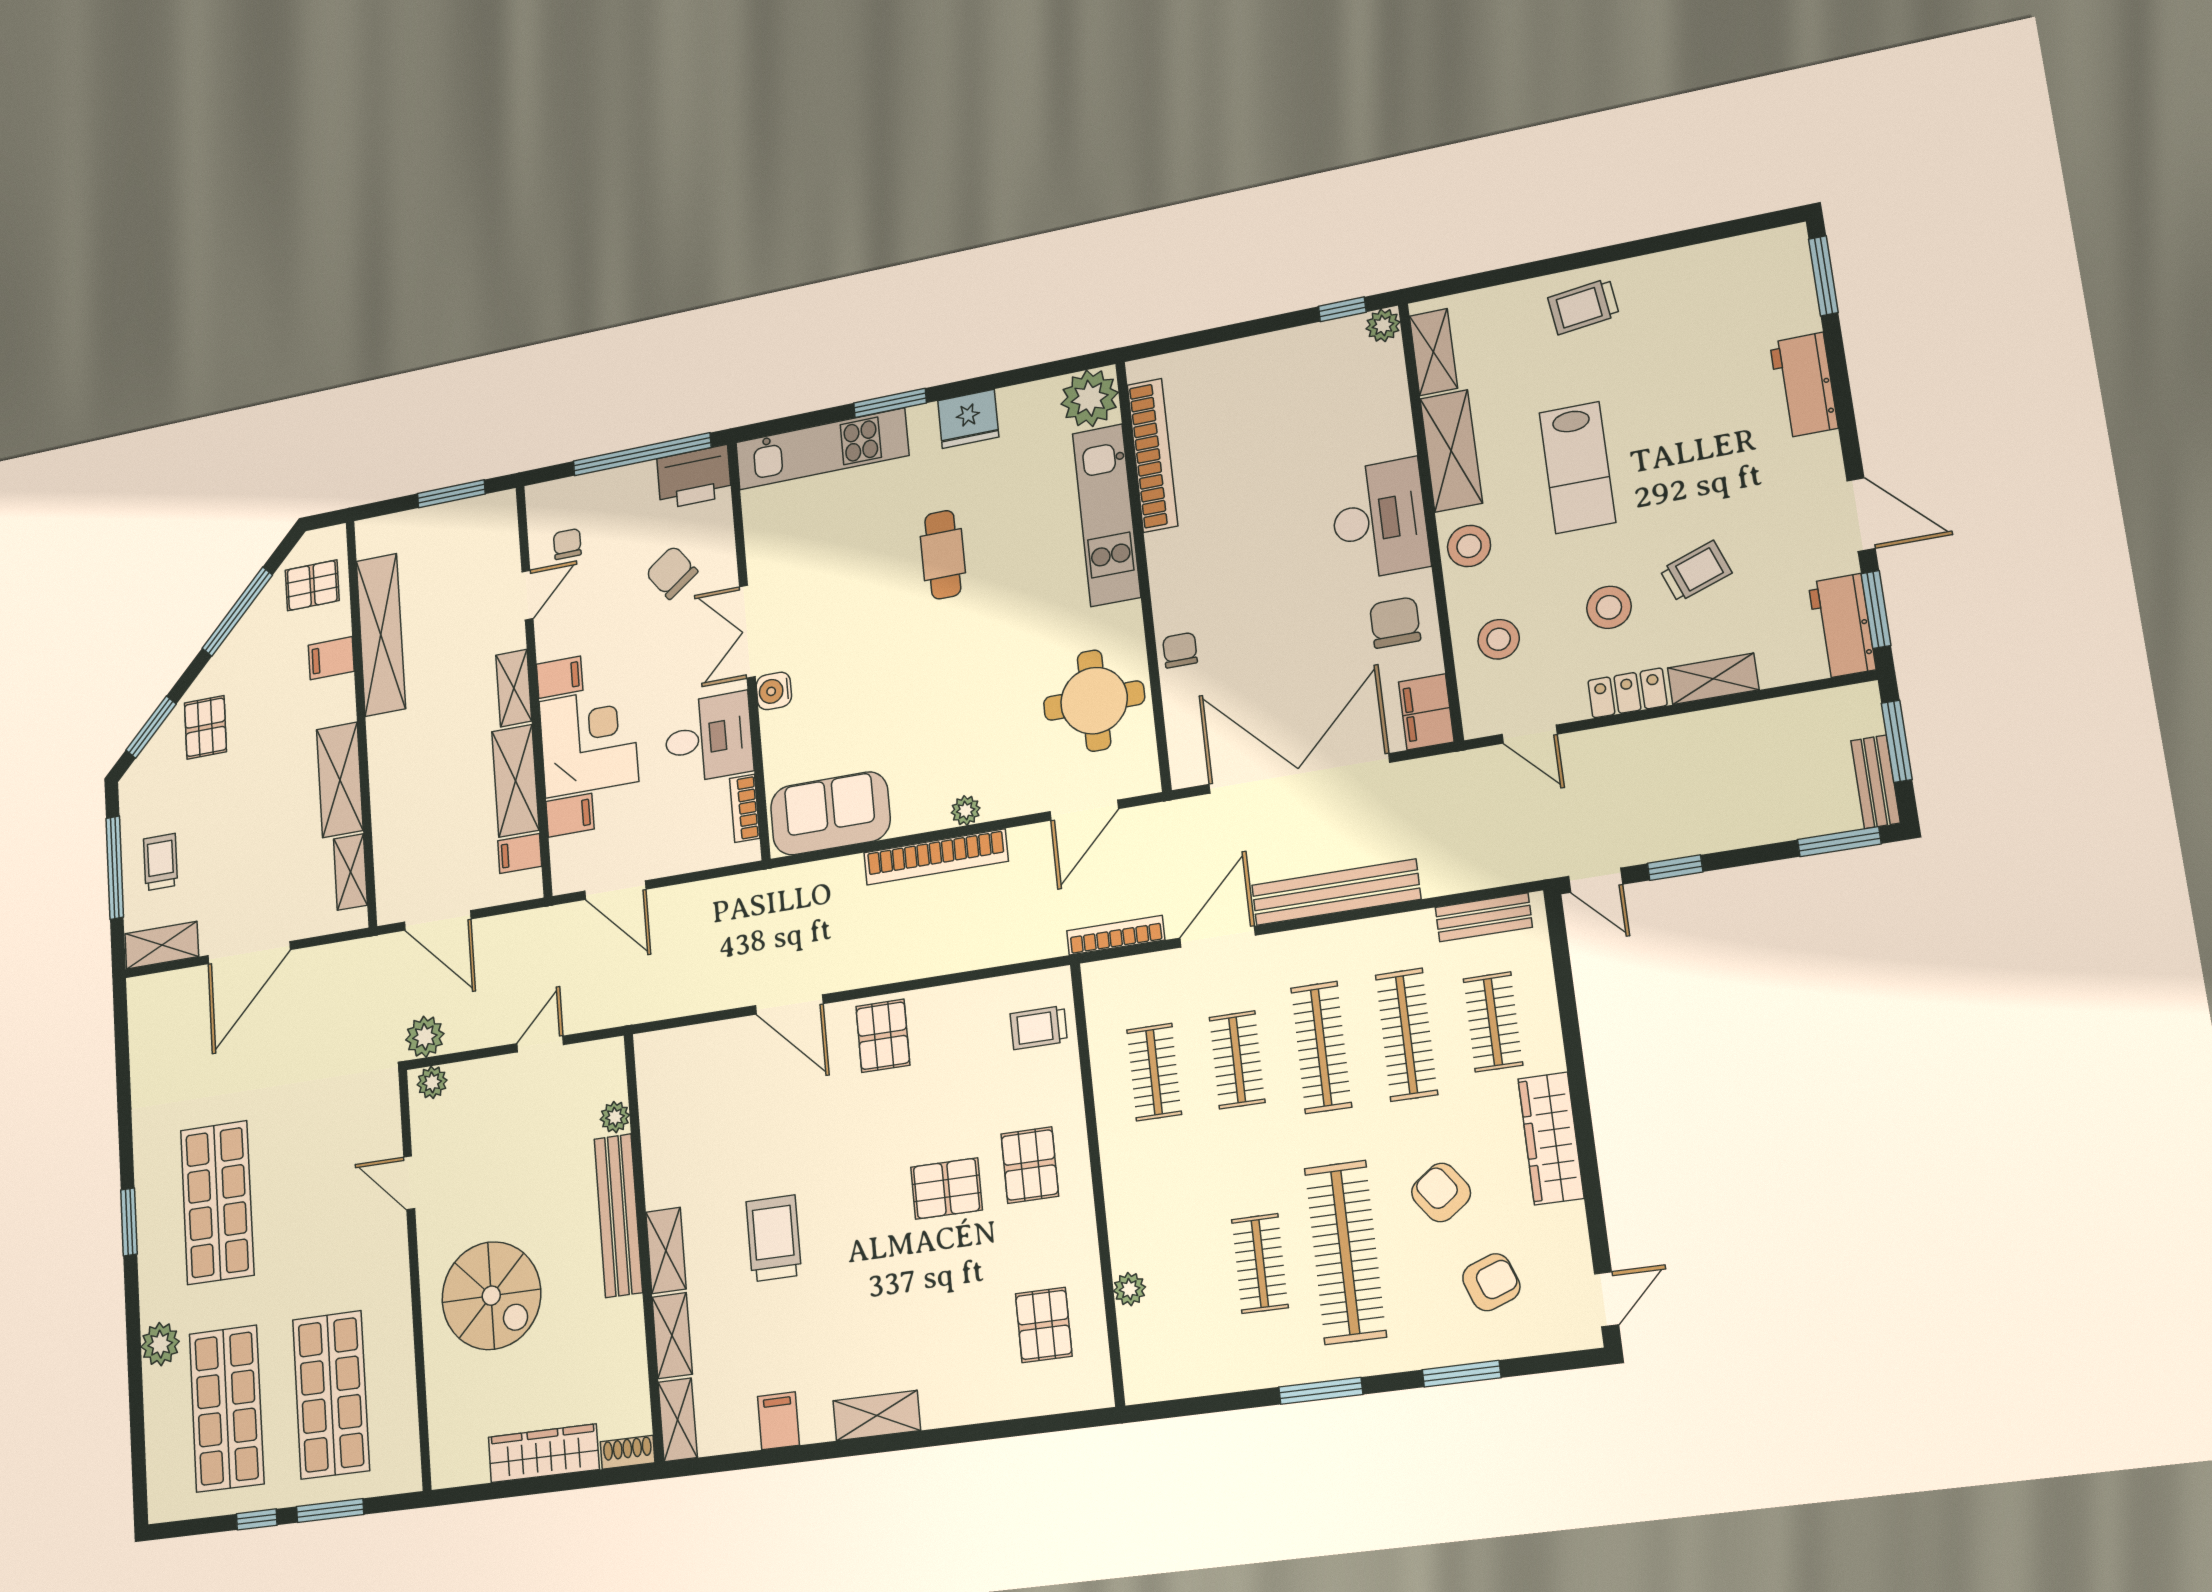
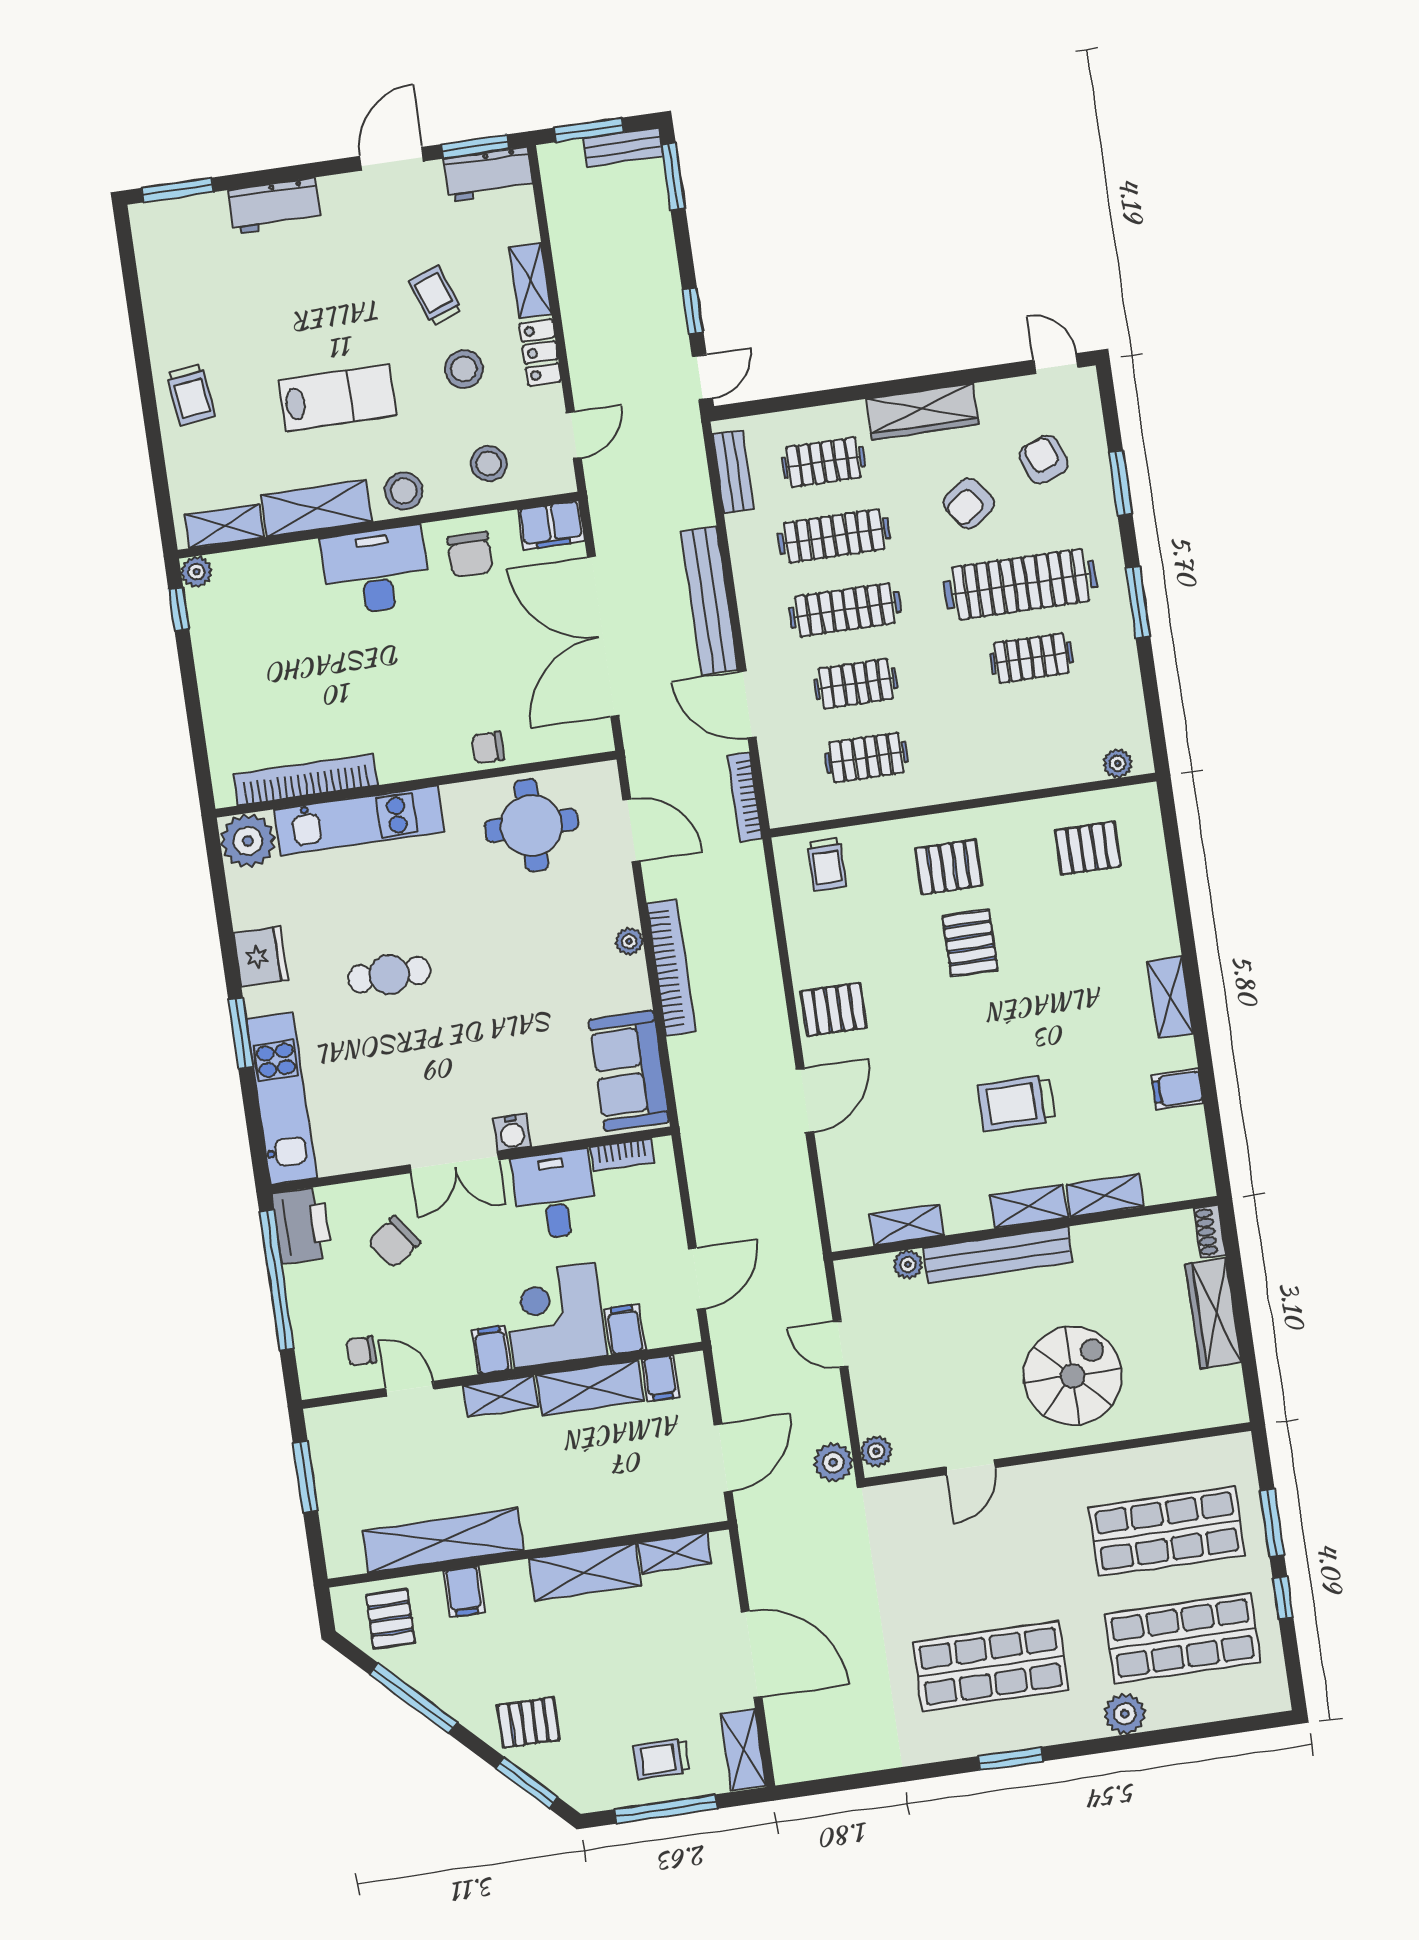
chair: (1395, 622) -> (470, 555), turned -90
plant: (1129, 1289) -> (1118, 763), moved
shelving: (678, 1420) -> (907, 1225), moved

